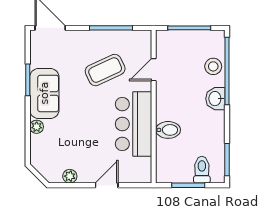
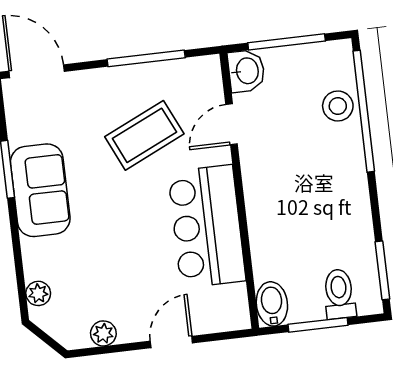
washbasin: (215, 99) -> (246, 71), moved, turned 180
plant: (37, 127) -> (38, 293), moved
bidet: (168, 130) -> (272, 304), moved, turned -90

